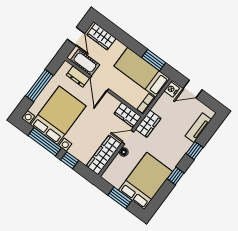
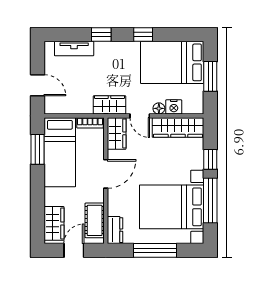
dresser: (78, 77) -> (115, 230), moved
door: (99, 84) -> (106, 174), moved
nightstand: (172, 89) -> (174, 107), moved

